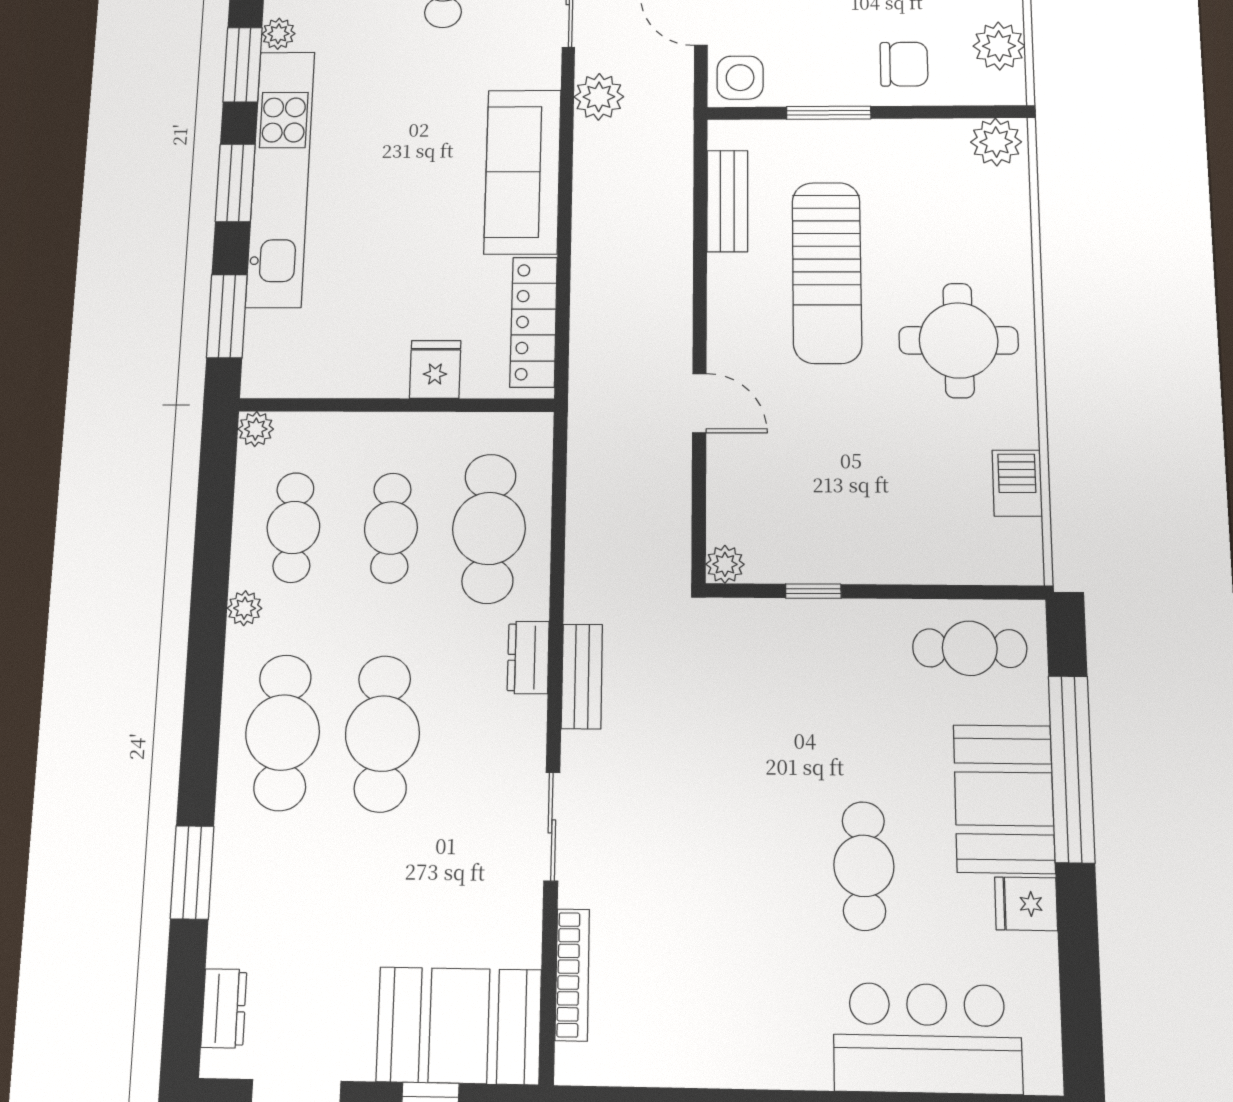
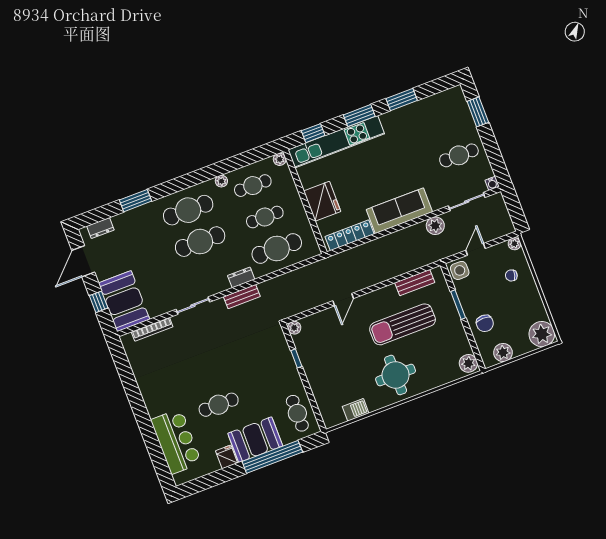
plant: (278, 34) -> (417, 107), removed
kitchen unit: (281, 178) -> (336, 142), moved
window: (227, 316) -> (313, 133), width x0.67
fridge: (435, 369) -> (322, 201), width x1.88, depth x1.34

